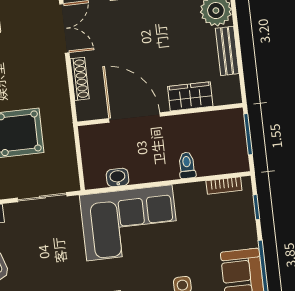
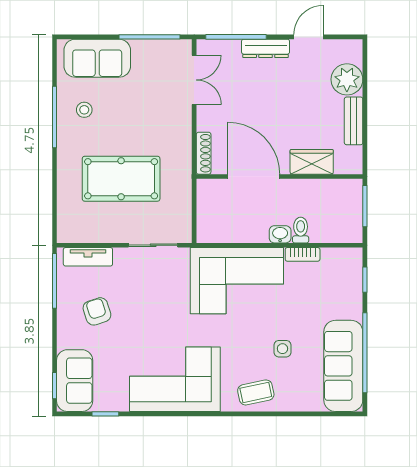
shoe rack: (80, 79) -> (204, 153), moved
washbasin: (118, 177) -> (280, 234), moved
bookcase: (224, 186) -> (303, 254), moved

